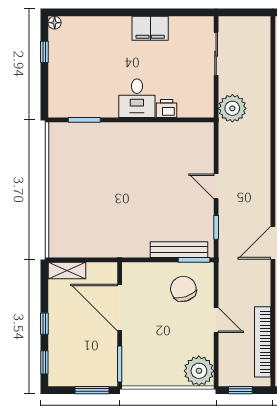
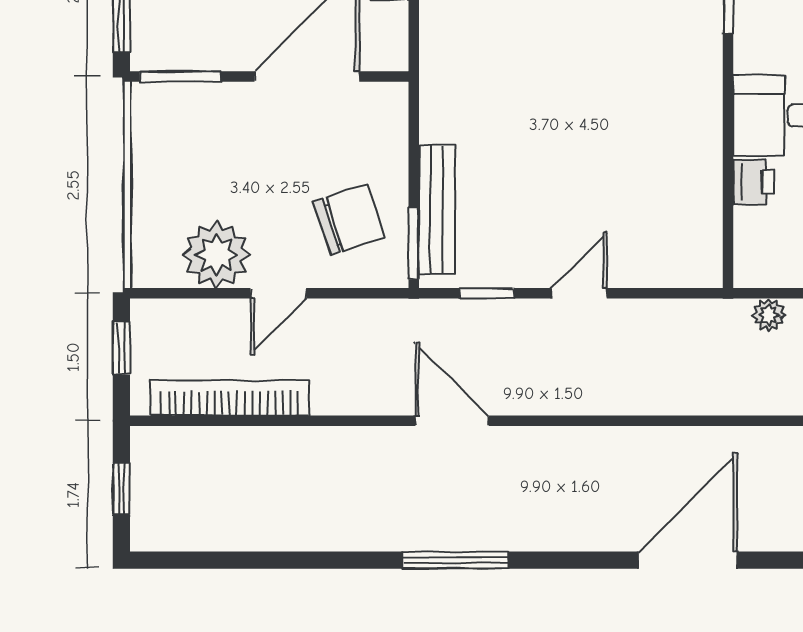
plant: (232, 108) -> (769, 315), width x0.53, depth x0.53
plant: (199, 371) -> (216, 255), moved

